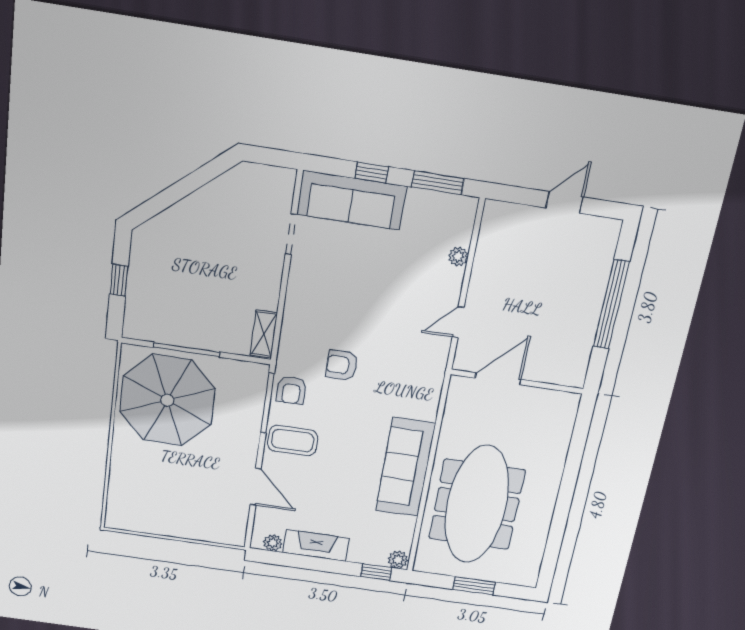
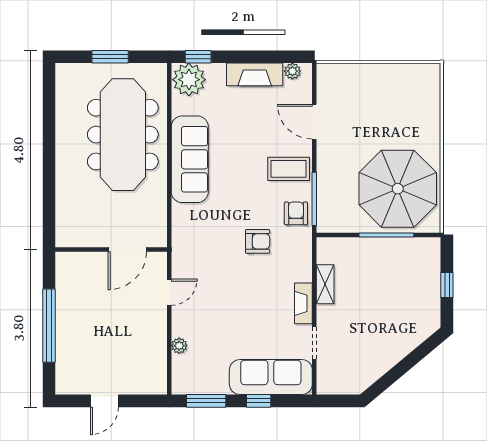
fireplace: (298, 285) -> (303, 303), added
shelving: (264, 334) -> (325, 284), moved
plant: (398, 560) -> (189, 80), width x1.88, depth x1.88

